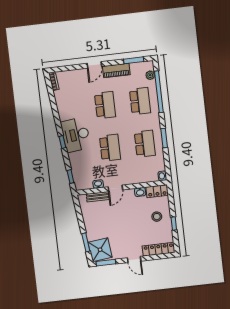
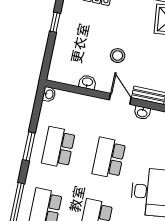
door: (115, 188) -> (120, 99), hinge flipped
locker: (157, 191) -> (63, 75), removed
stool: (157, 217) -> (118, 56), moved

